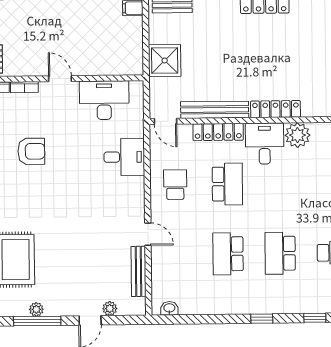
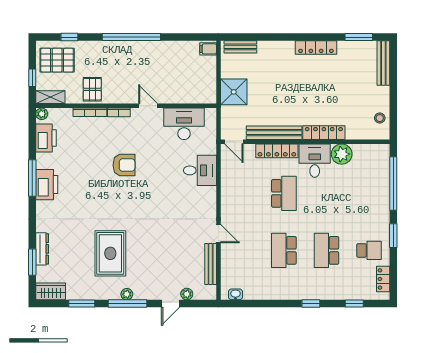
school desk: (175, 185) -> (241, 193), removed

